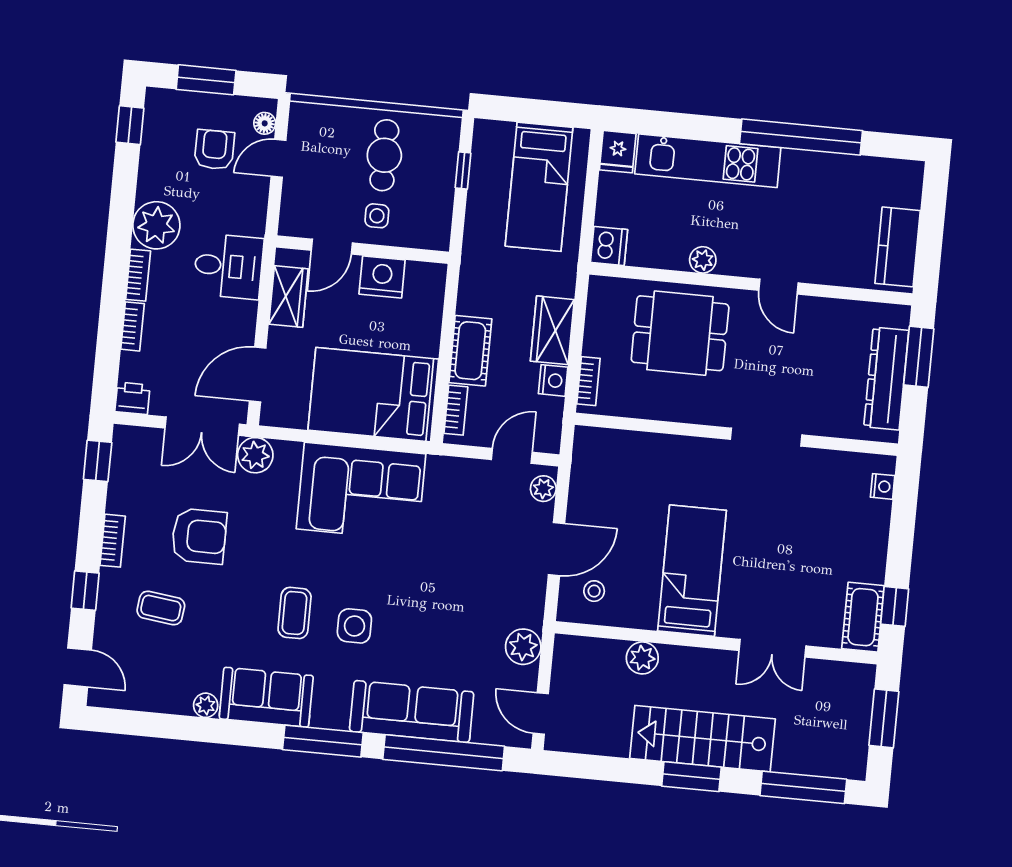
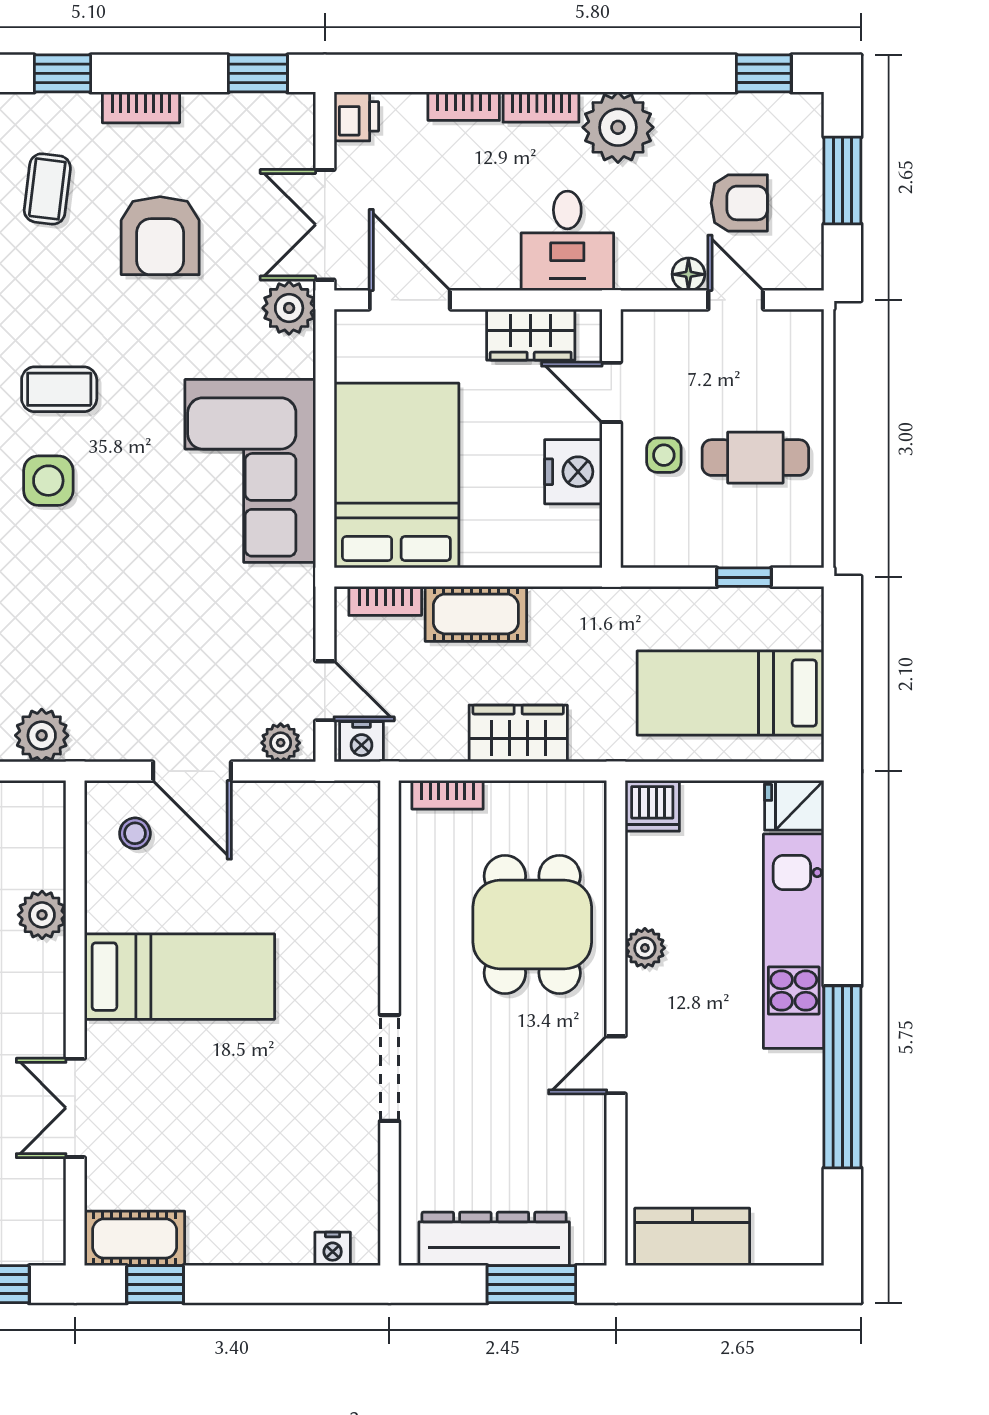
floor lamp: (265, 123) -> (688, 274), moved
nightstand: (553, 380) -> (362, 742), moved

